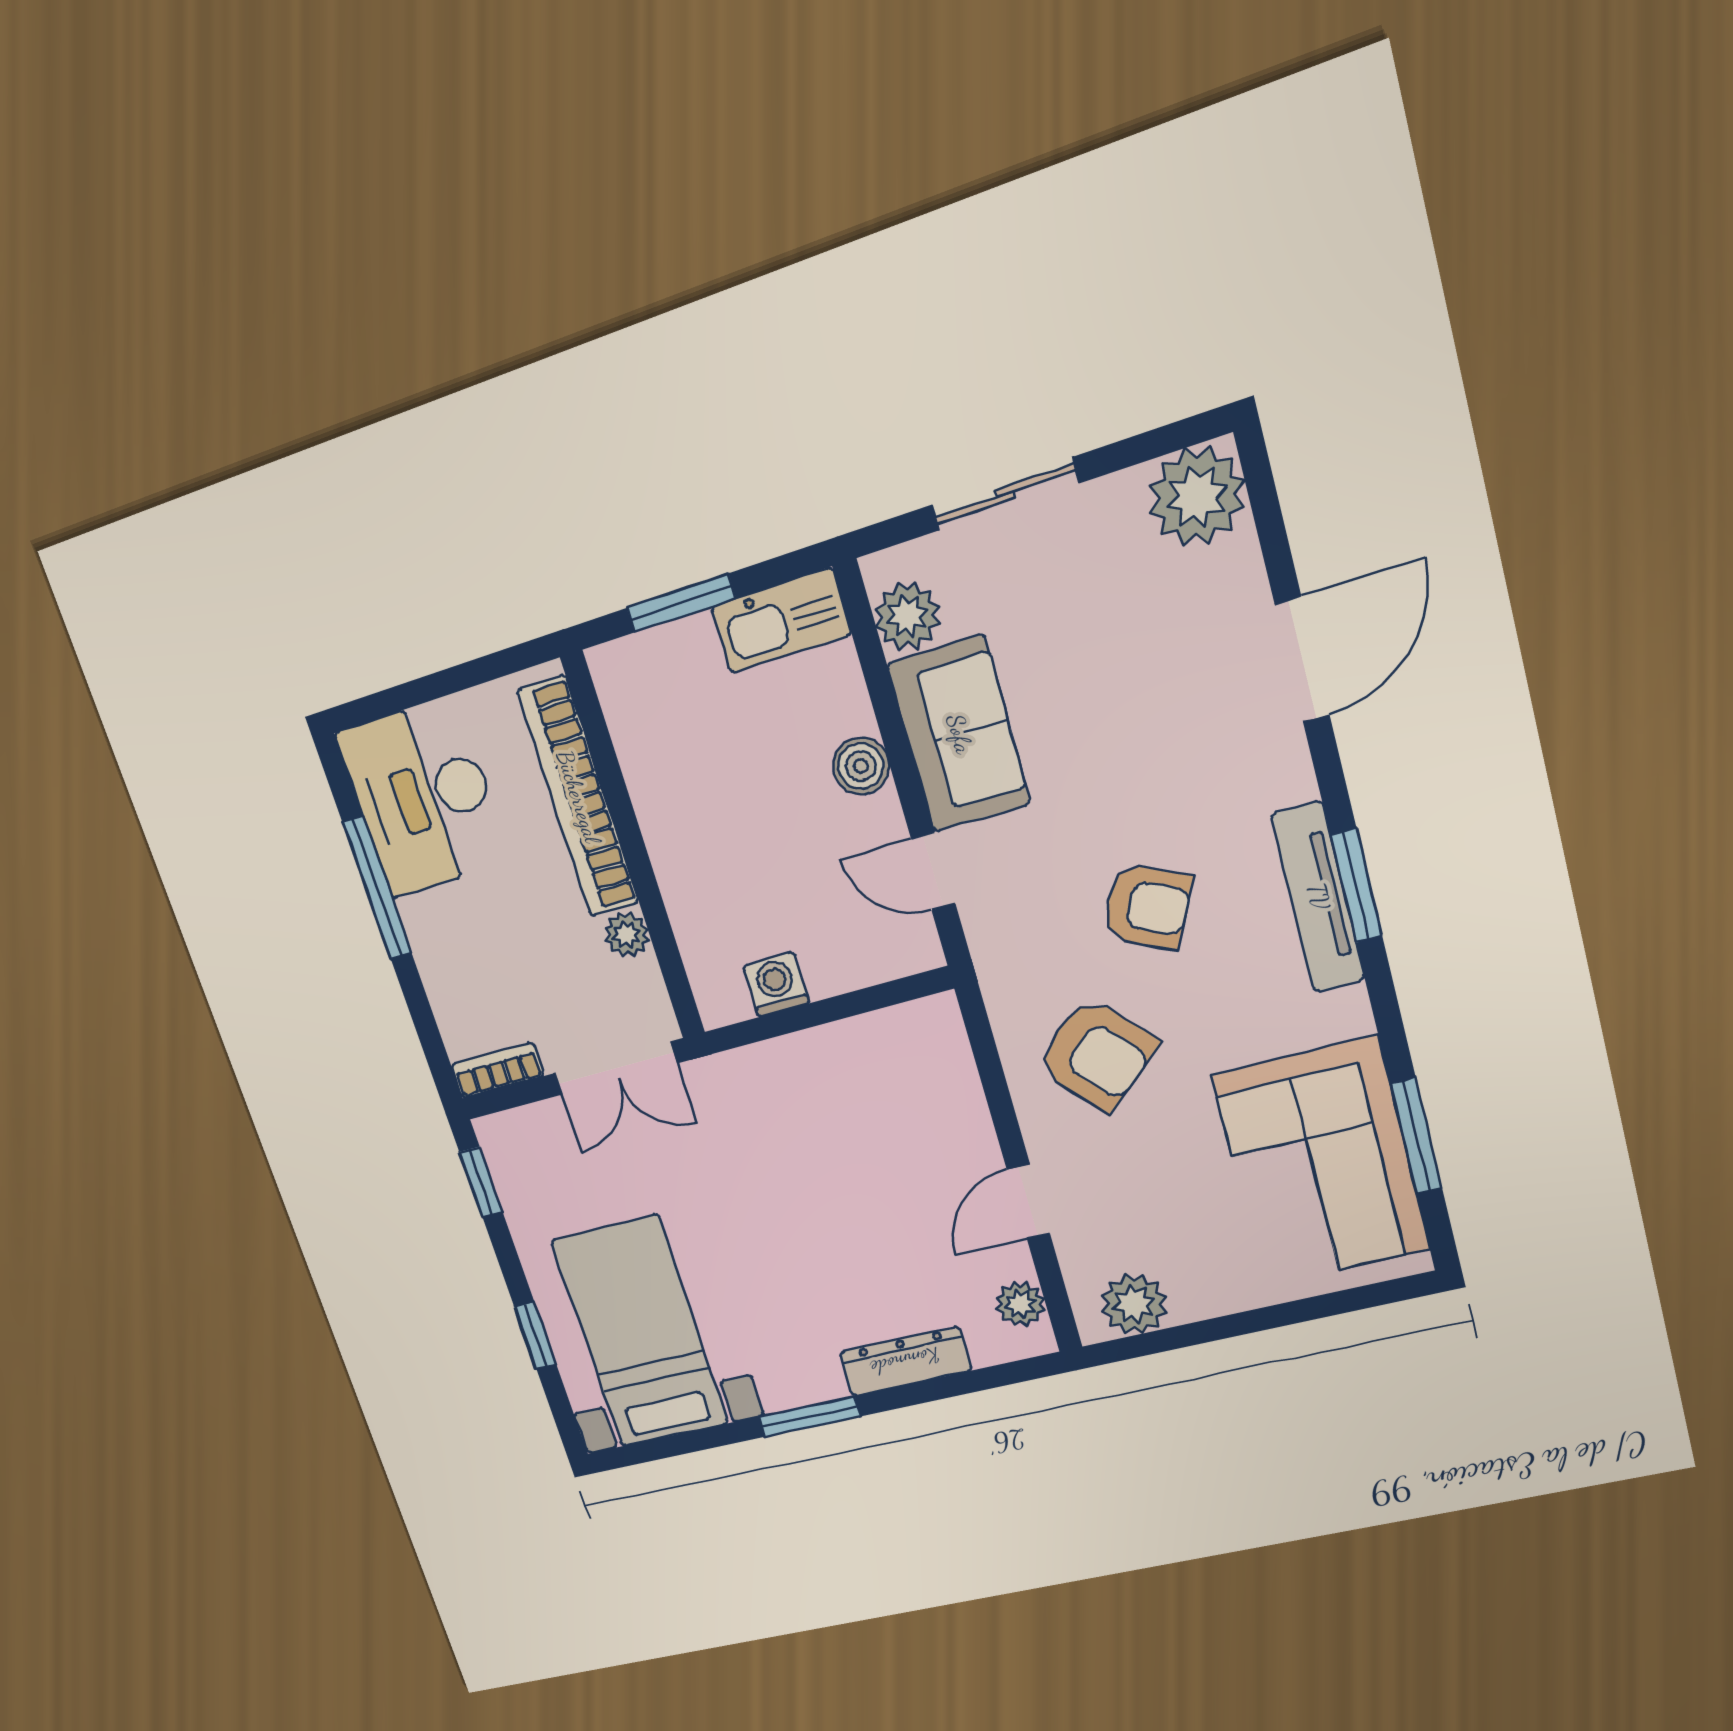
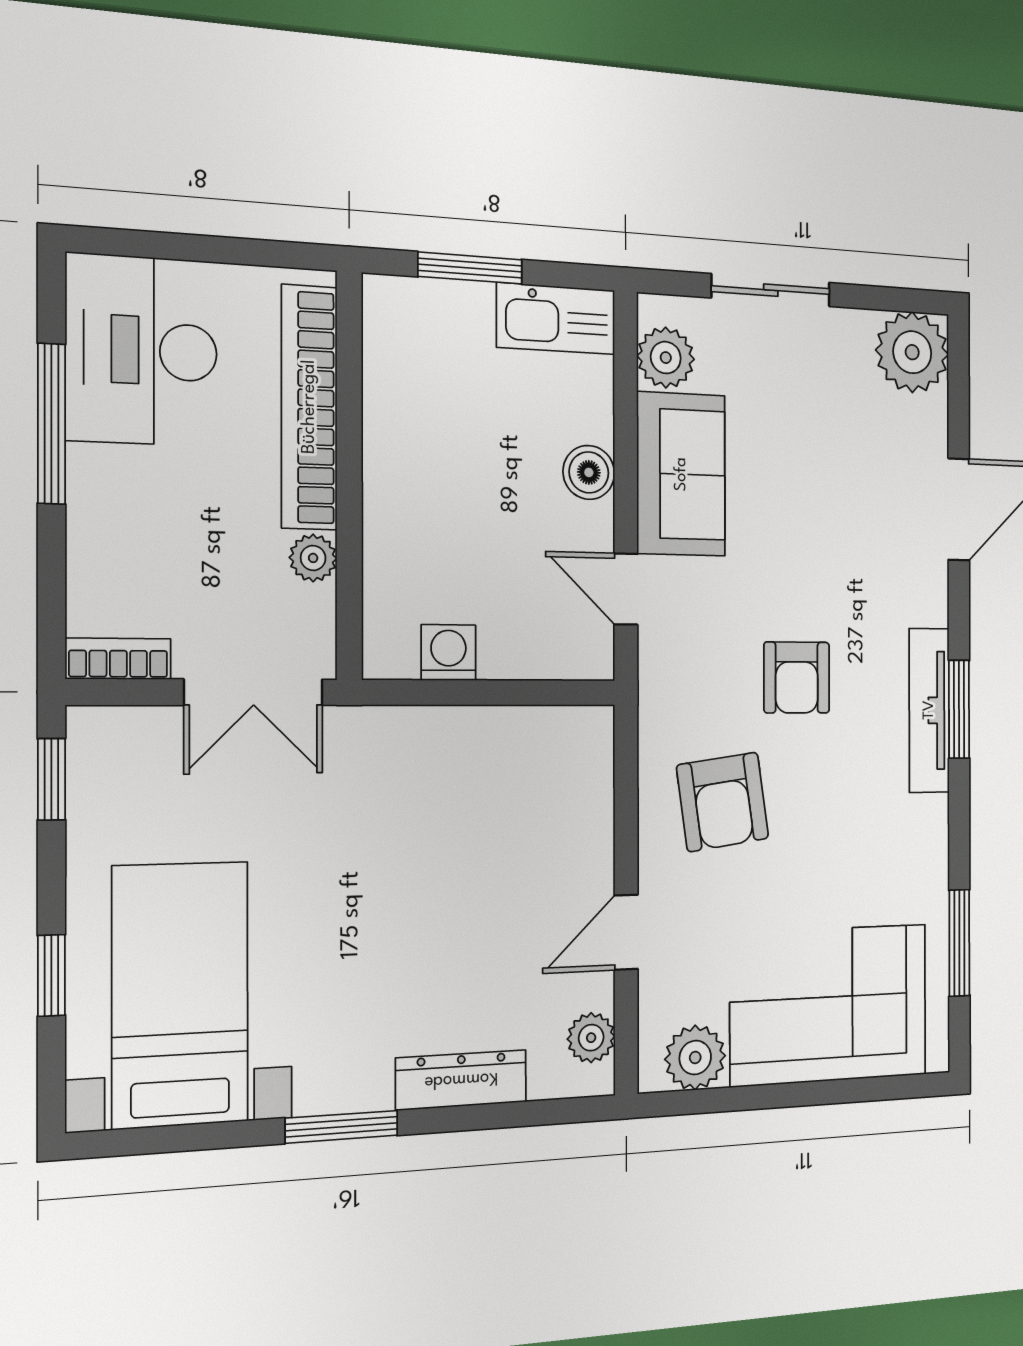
armchair: (1147, 906) -> (797, 677), turned 64
armchair: (1097, 1054) -> (723, 802), turned 34
corner sofa: (1321, 1163) -> (829, 1005), moved, turned 90

